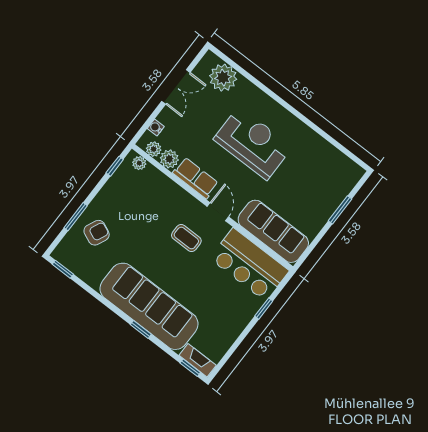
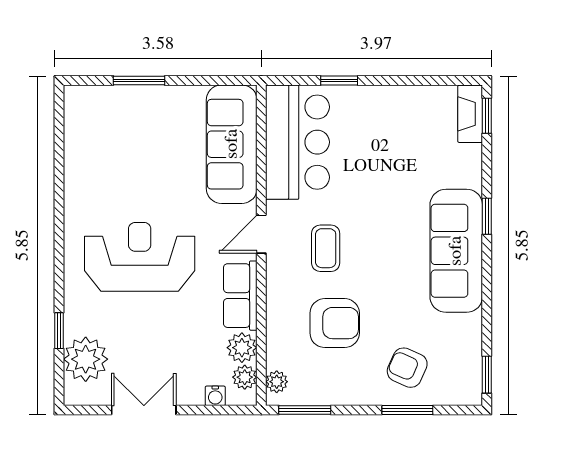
window: (247, 75) -> (59, 331), added
reception desk: (253, 143) -> (140, 257), turned 90
window: (115, 166) -> (305, 410), width x1.50
armchair: (146, 214) -> (335, 323), added
sofa: (149, 306) -> (456, 251), width x0.74, depth x0.79

